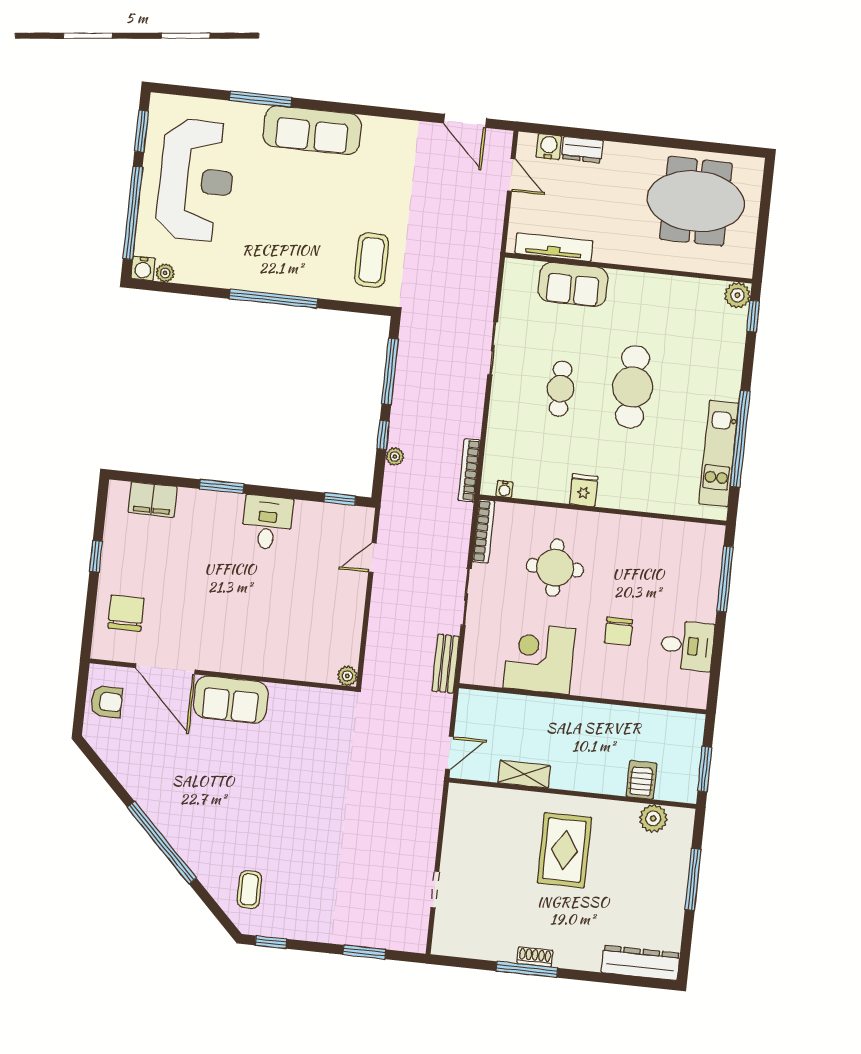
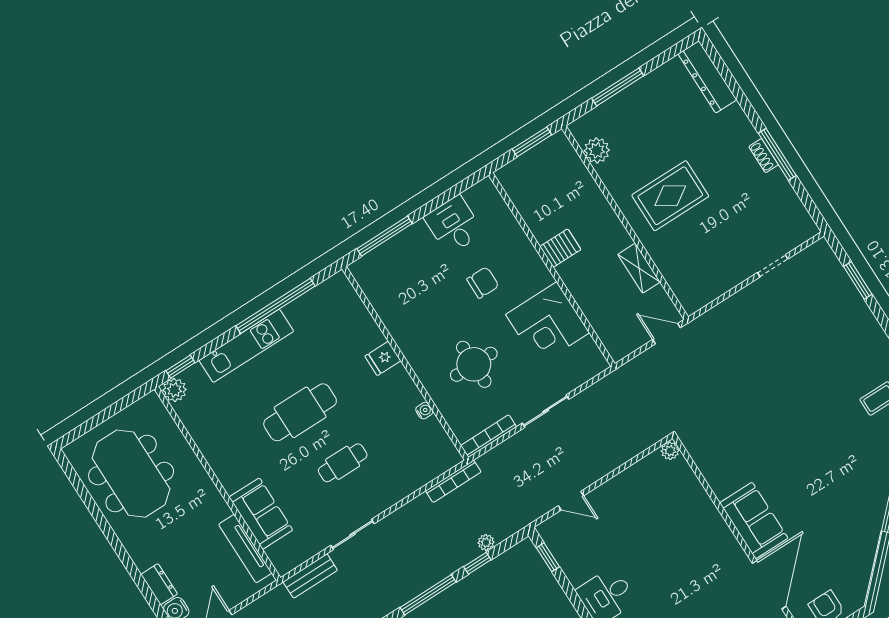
kitchen unit: (719, 454) -> (246, 346), moved
water cooler: (505, 489) -> (424, 411), moved
fridge: (584, 490) -> (383, 358), moved
bench: (446, 664) -> (310, 576), moved
server rack: (641, 780) -> (560, 248), moved, turned 180

